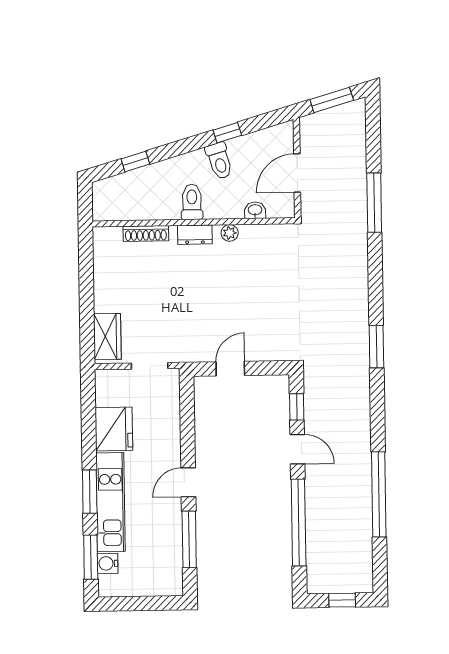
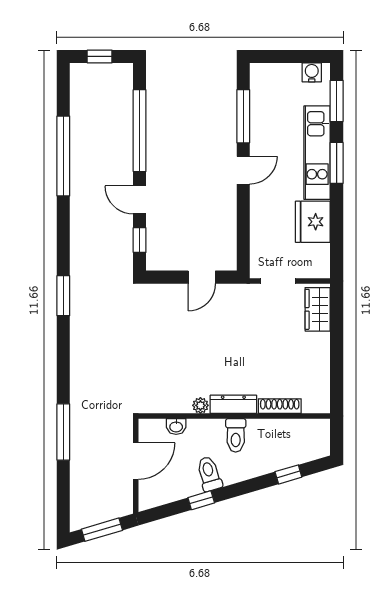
dresser: (195, 235) -> (233, 404), width x1.44
water cooler: (108, 563) -> (312, 72), moved, turned -90

